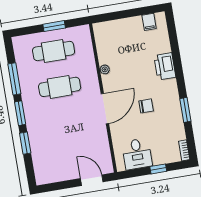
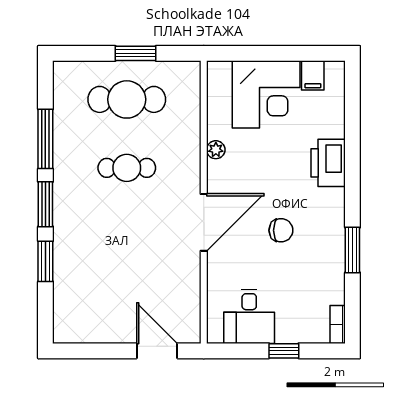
corner desk: (126, 36) -> (266, 94), added
cafe table: (60, 87) -> (127, 168), width x0.73, depth x0.74

